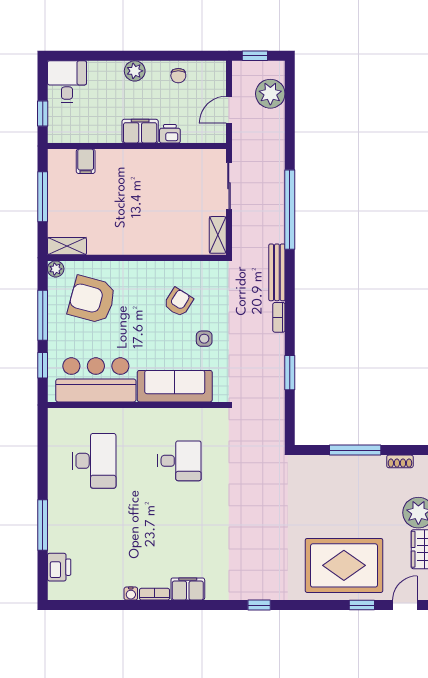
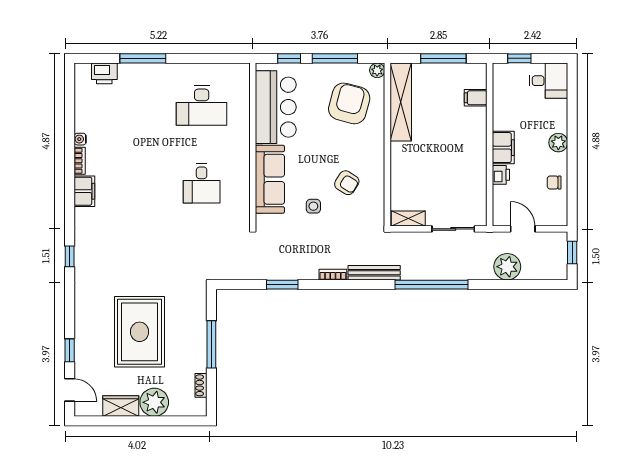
plant: (270, 94) -> (507, 267), moved
shelving: (67, 246) -> (401, 102), width x2.20, depth x1.33
rug: (344, 565) -> (140, 332), moved

